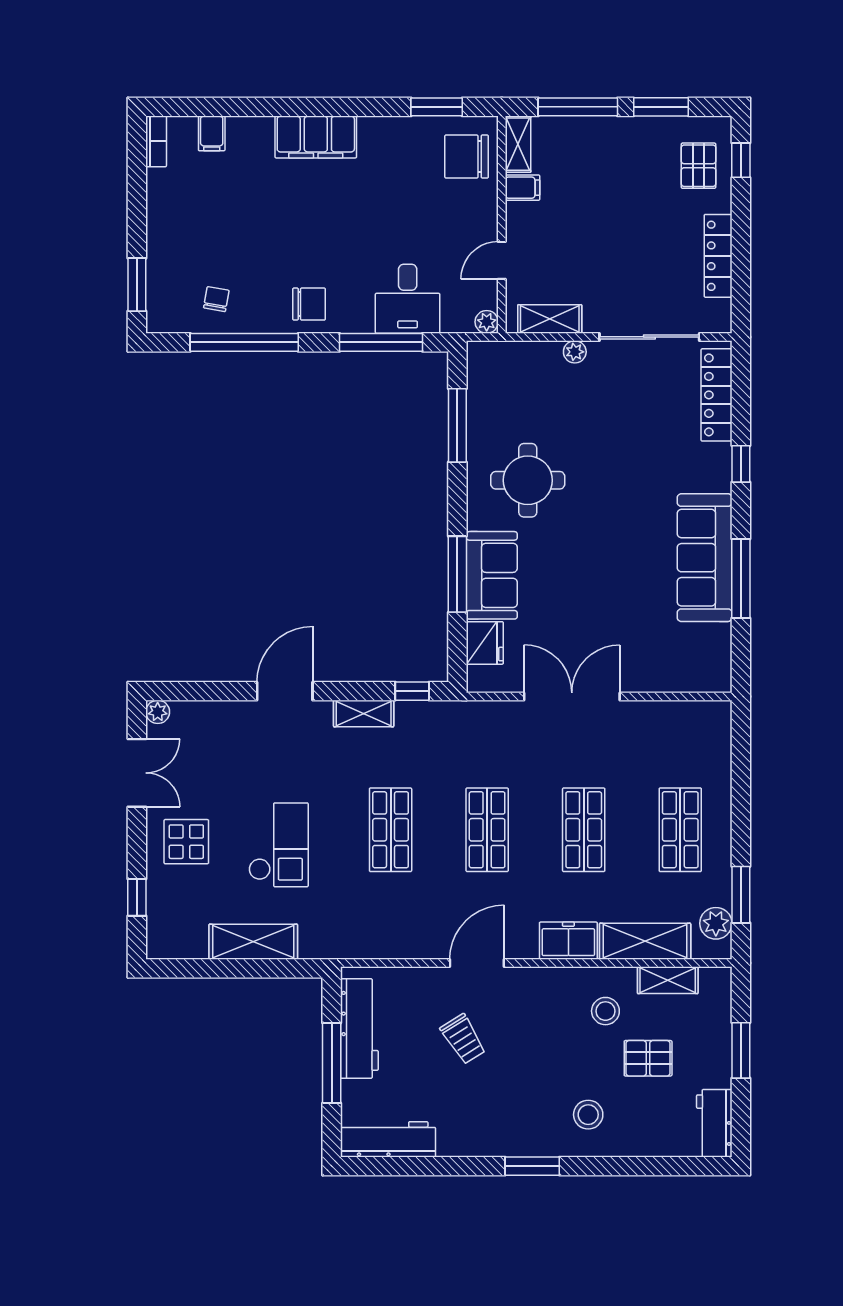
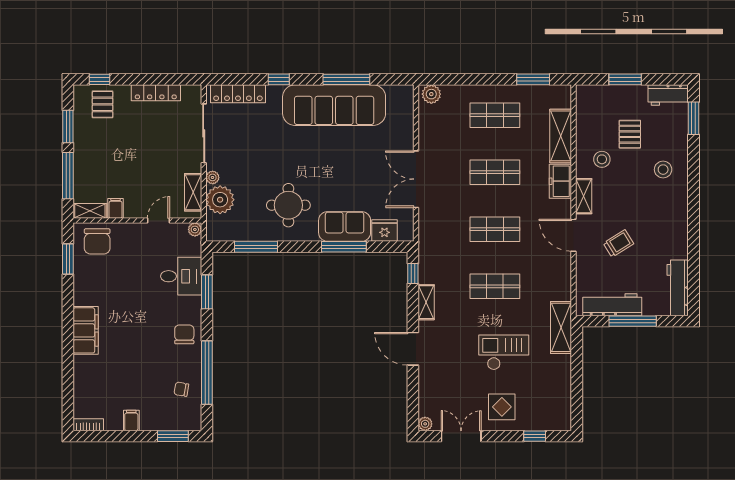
filing cabinet: (212, 133) -> (131, 420), moved, turned -90
pallet: (698, 166) -> (103, 104), turned 90
door: (502, 260) -> (159, 221), swing flipped
window: (381, 342) -> (207, 292), width x0.69
plant: (537, 365) -> (220, 200), added
sofa: (705, 558) -> (334, 105), width x1.36, depth x1.27
plant: (716, 923) -> (431, 94), moved
shelving: (253, 942) -> (561, 327), moved
shelving: (668, 980) -> (584, 196), moved
window: (532, 1166) -> (694, 118), moved

